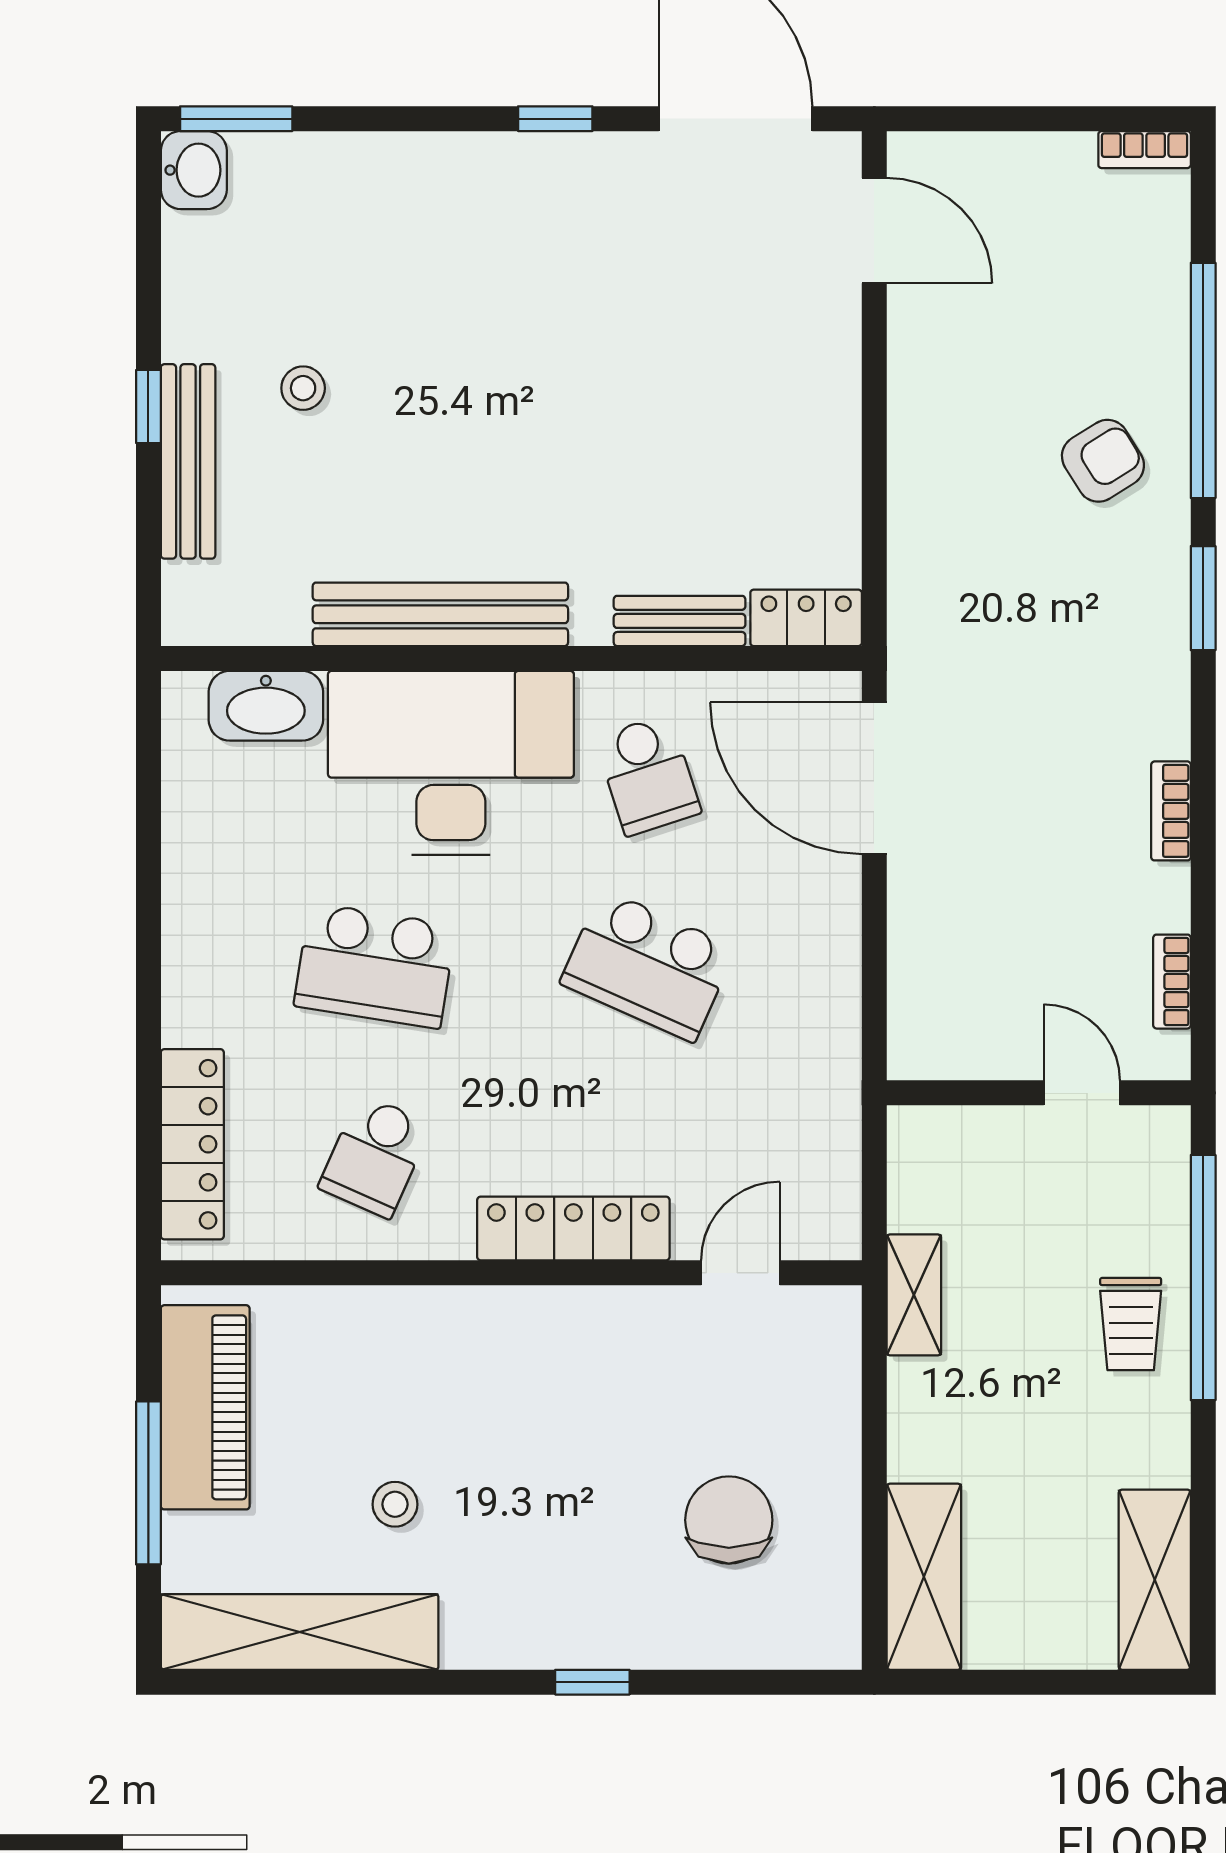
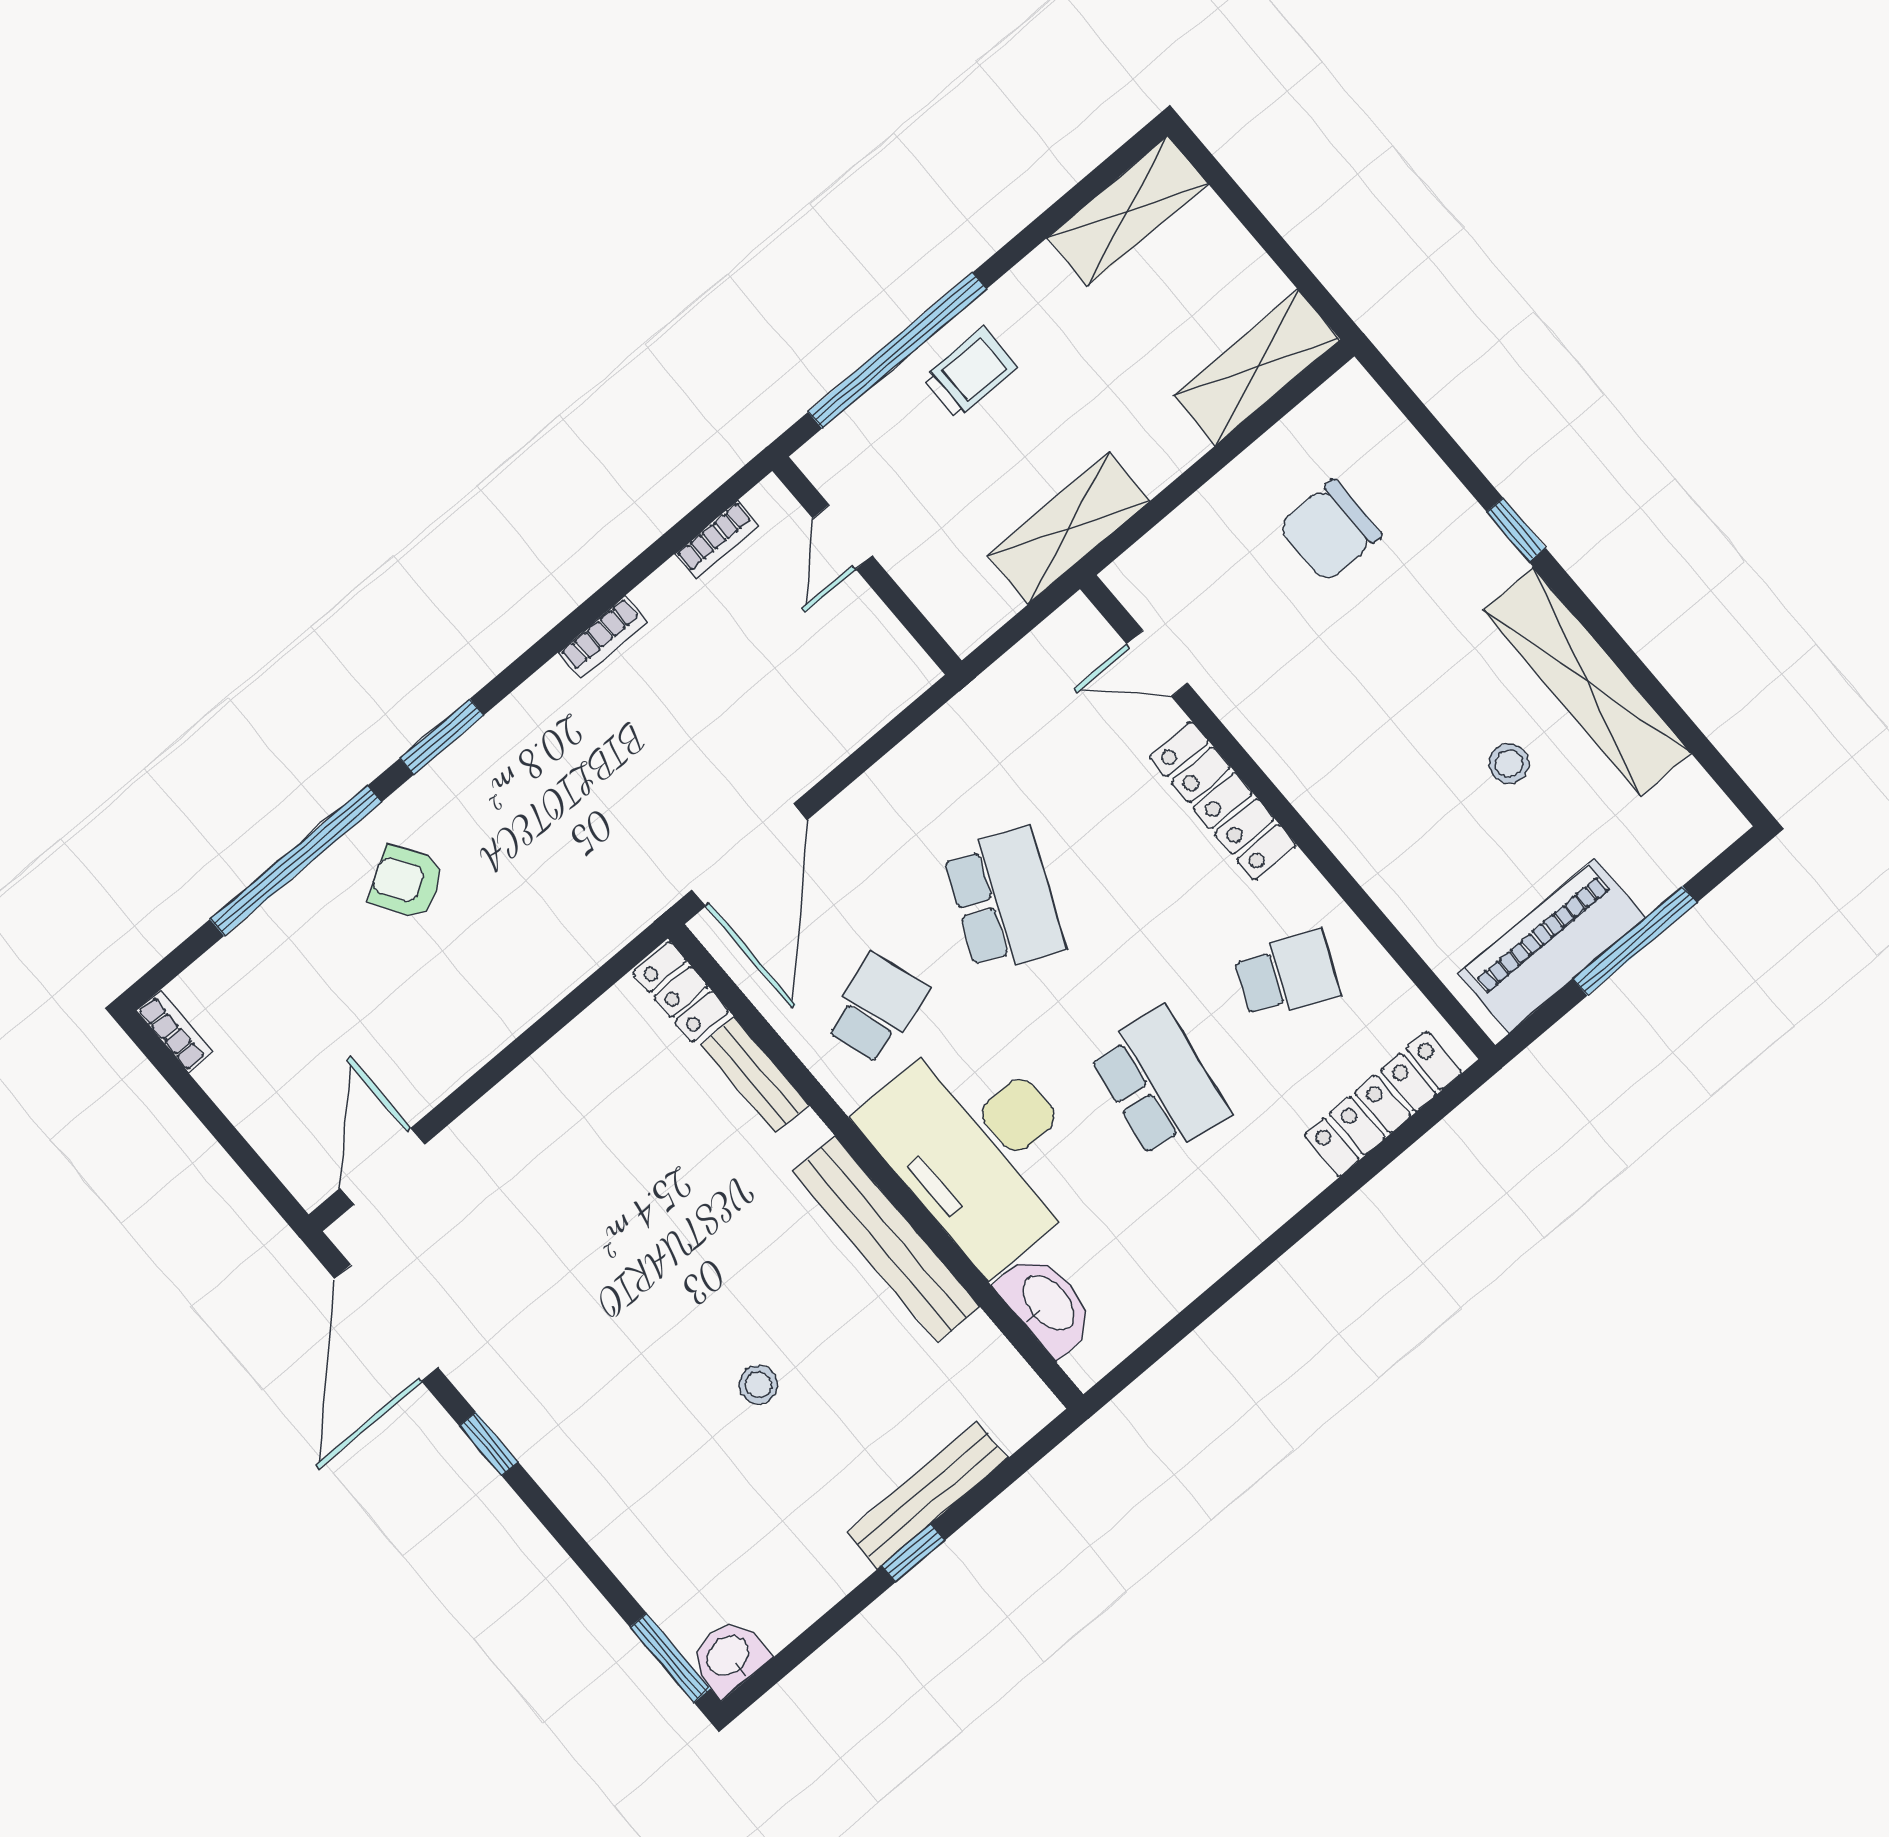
stool: (303, 388) -> (758, 1385), moved
shelving: (914, 1295) -> (1068, 528), width x1.50, depth x1.33
shelving: (300, 1632) -> (1587, 682), moved

